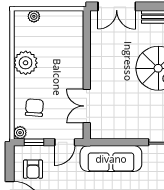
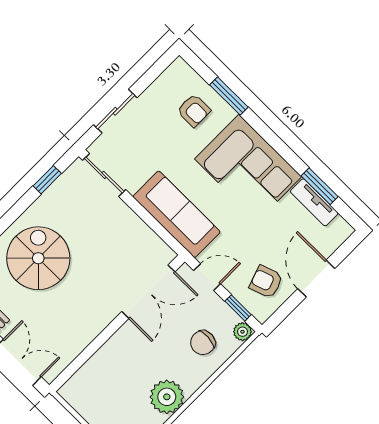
double door: (87, 106) -> (148, 292), width x1.37
armchair: (33, 169) -> (266, 282), turned -109

